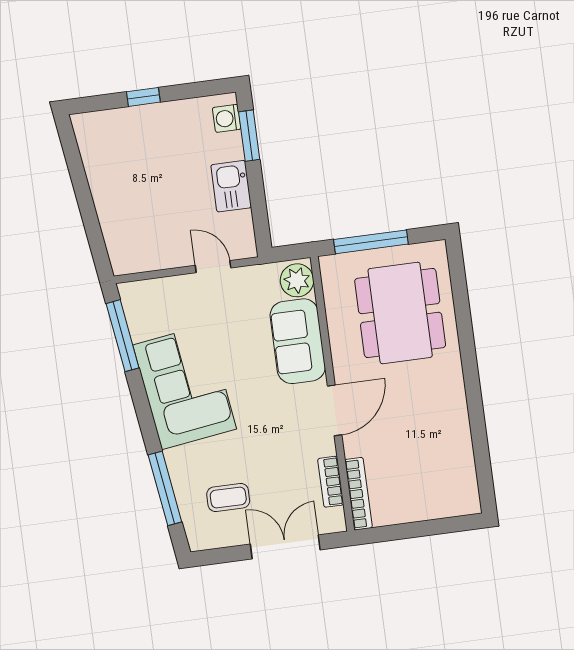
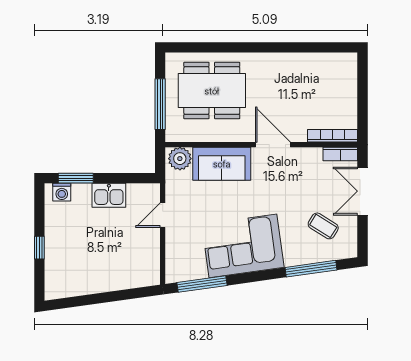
bookcase: (331, 482) -> (340, 154), moved
coffee table: (228, 498) -> (323, 226), turned -58

